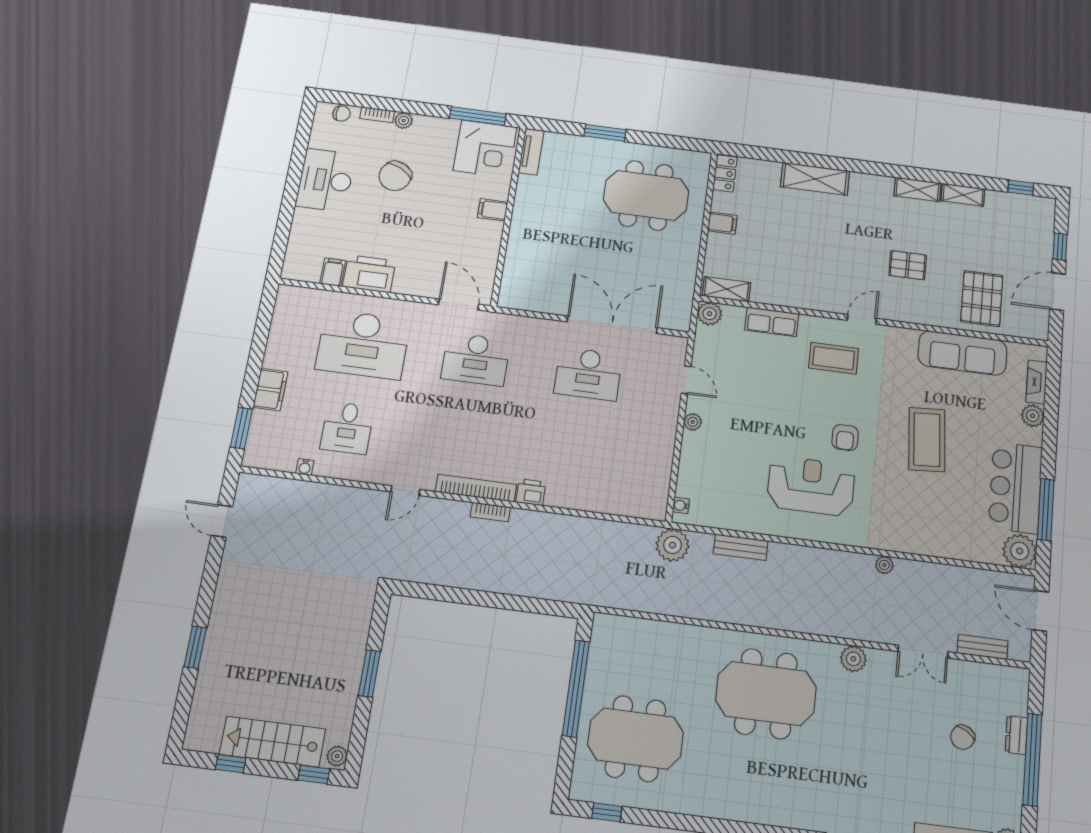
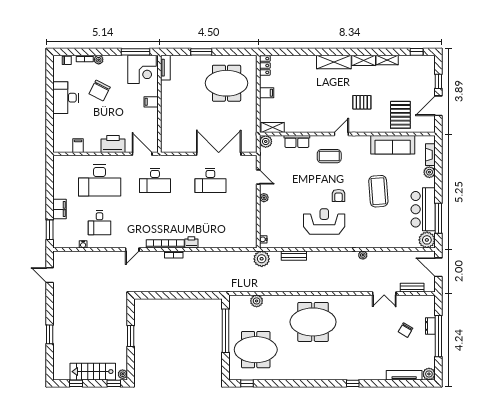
shelving: (815, 179) -> (334, 62), moved
printer: (369, 274) -> (113, 144), moved
plant: (853, 659) -> (257, 301), moved

